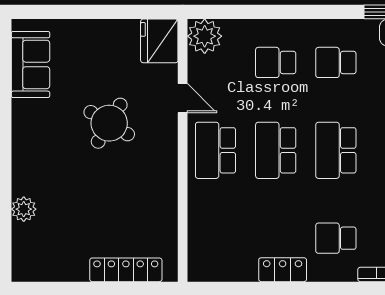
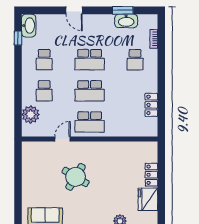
plant: (205, 36) -> (31, 115), moved
fridge: (159, 41) -> (148, 199), moved, turned 90
locker: (126, 270) -> (151, 175), width x0.66
locker: (283, 270) -> (151, 105), moved

